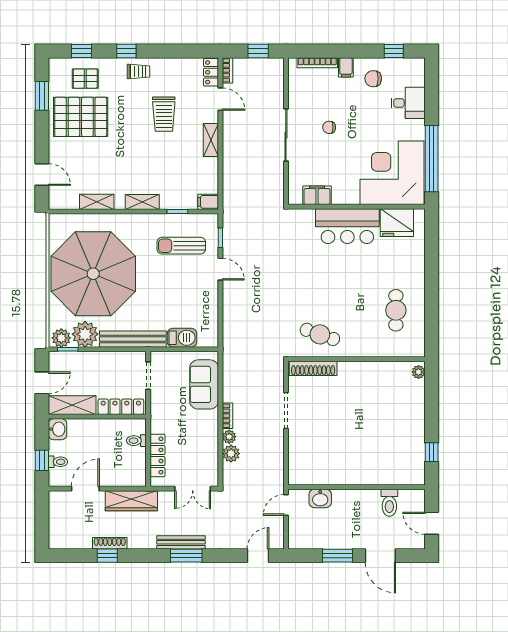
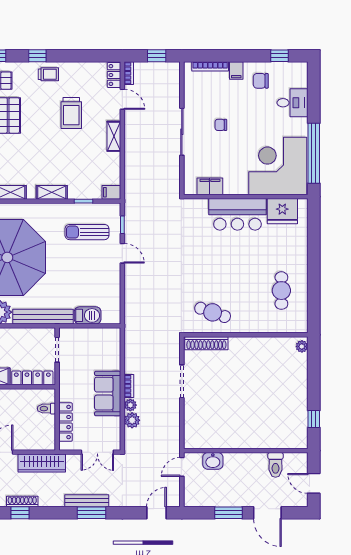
sofa: (204, 384) -> (108, 394), moved

